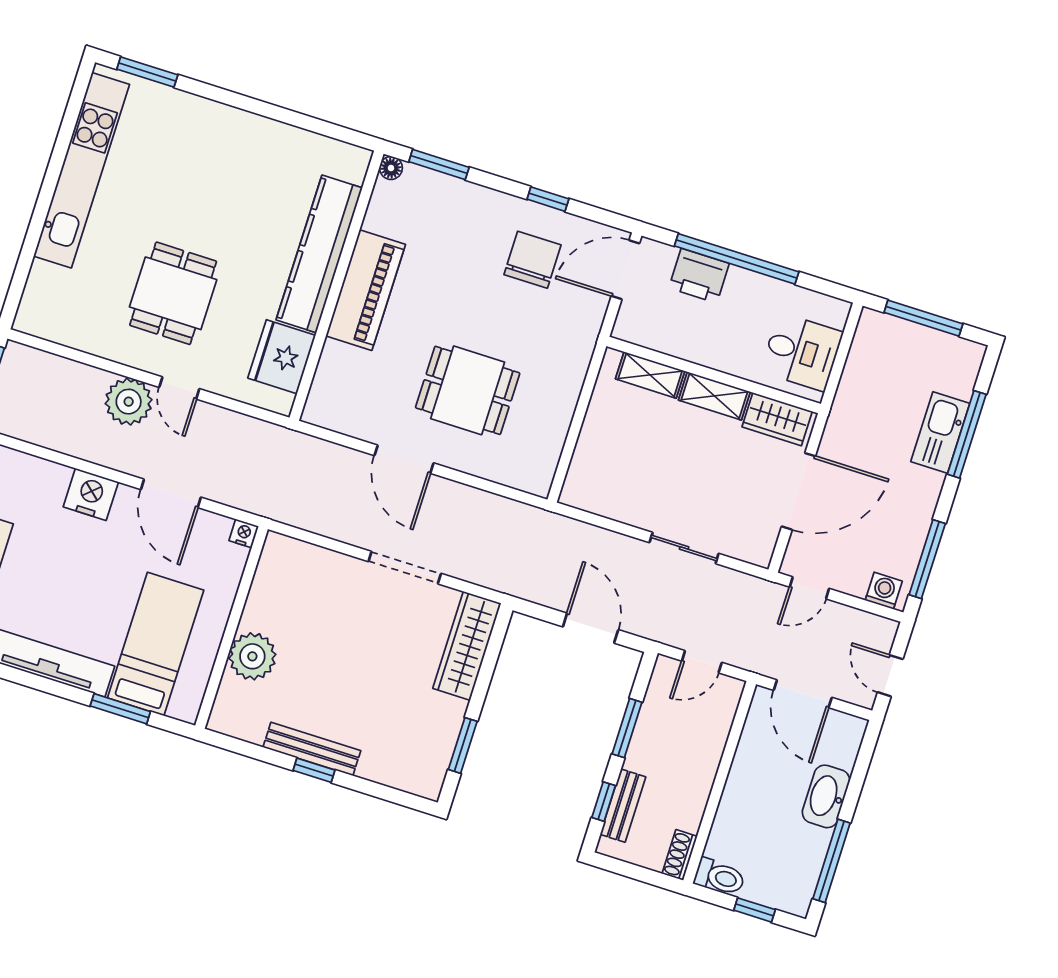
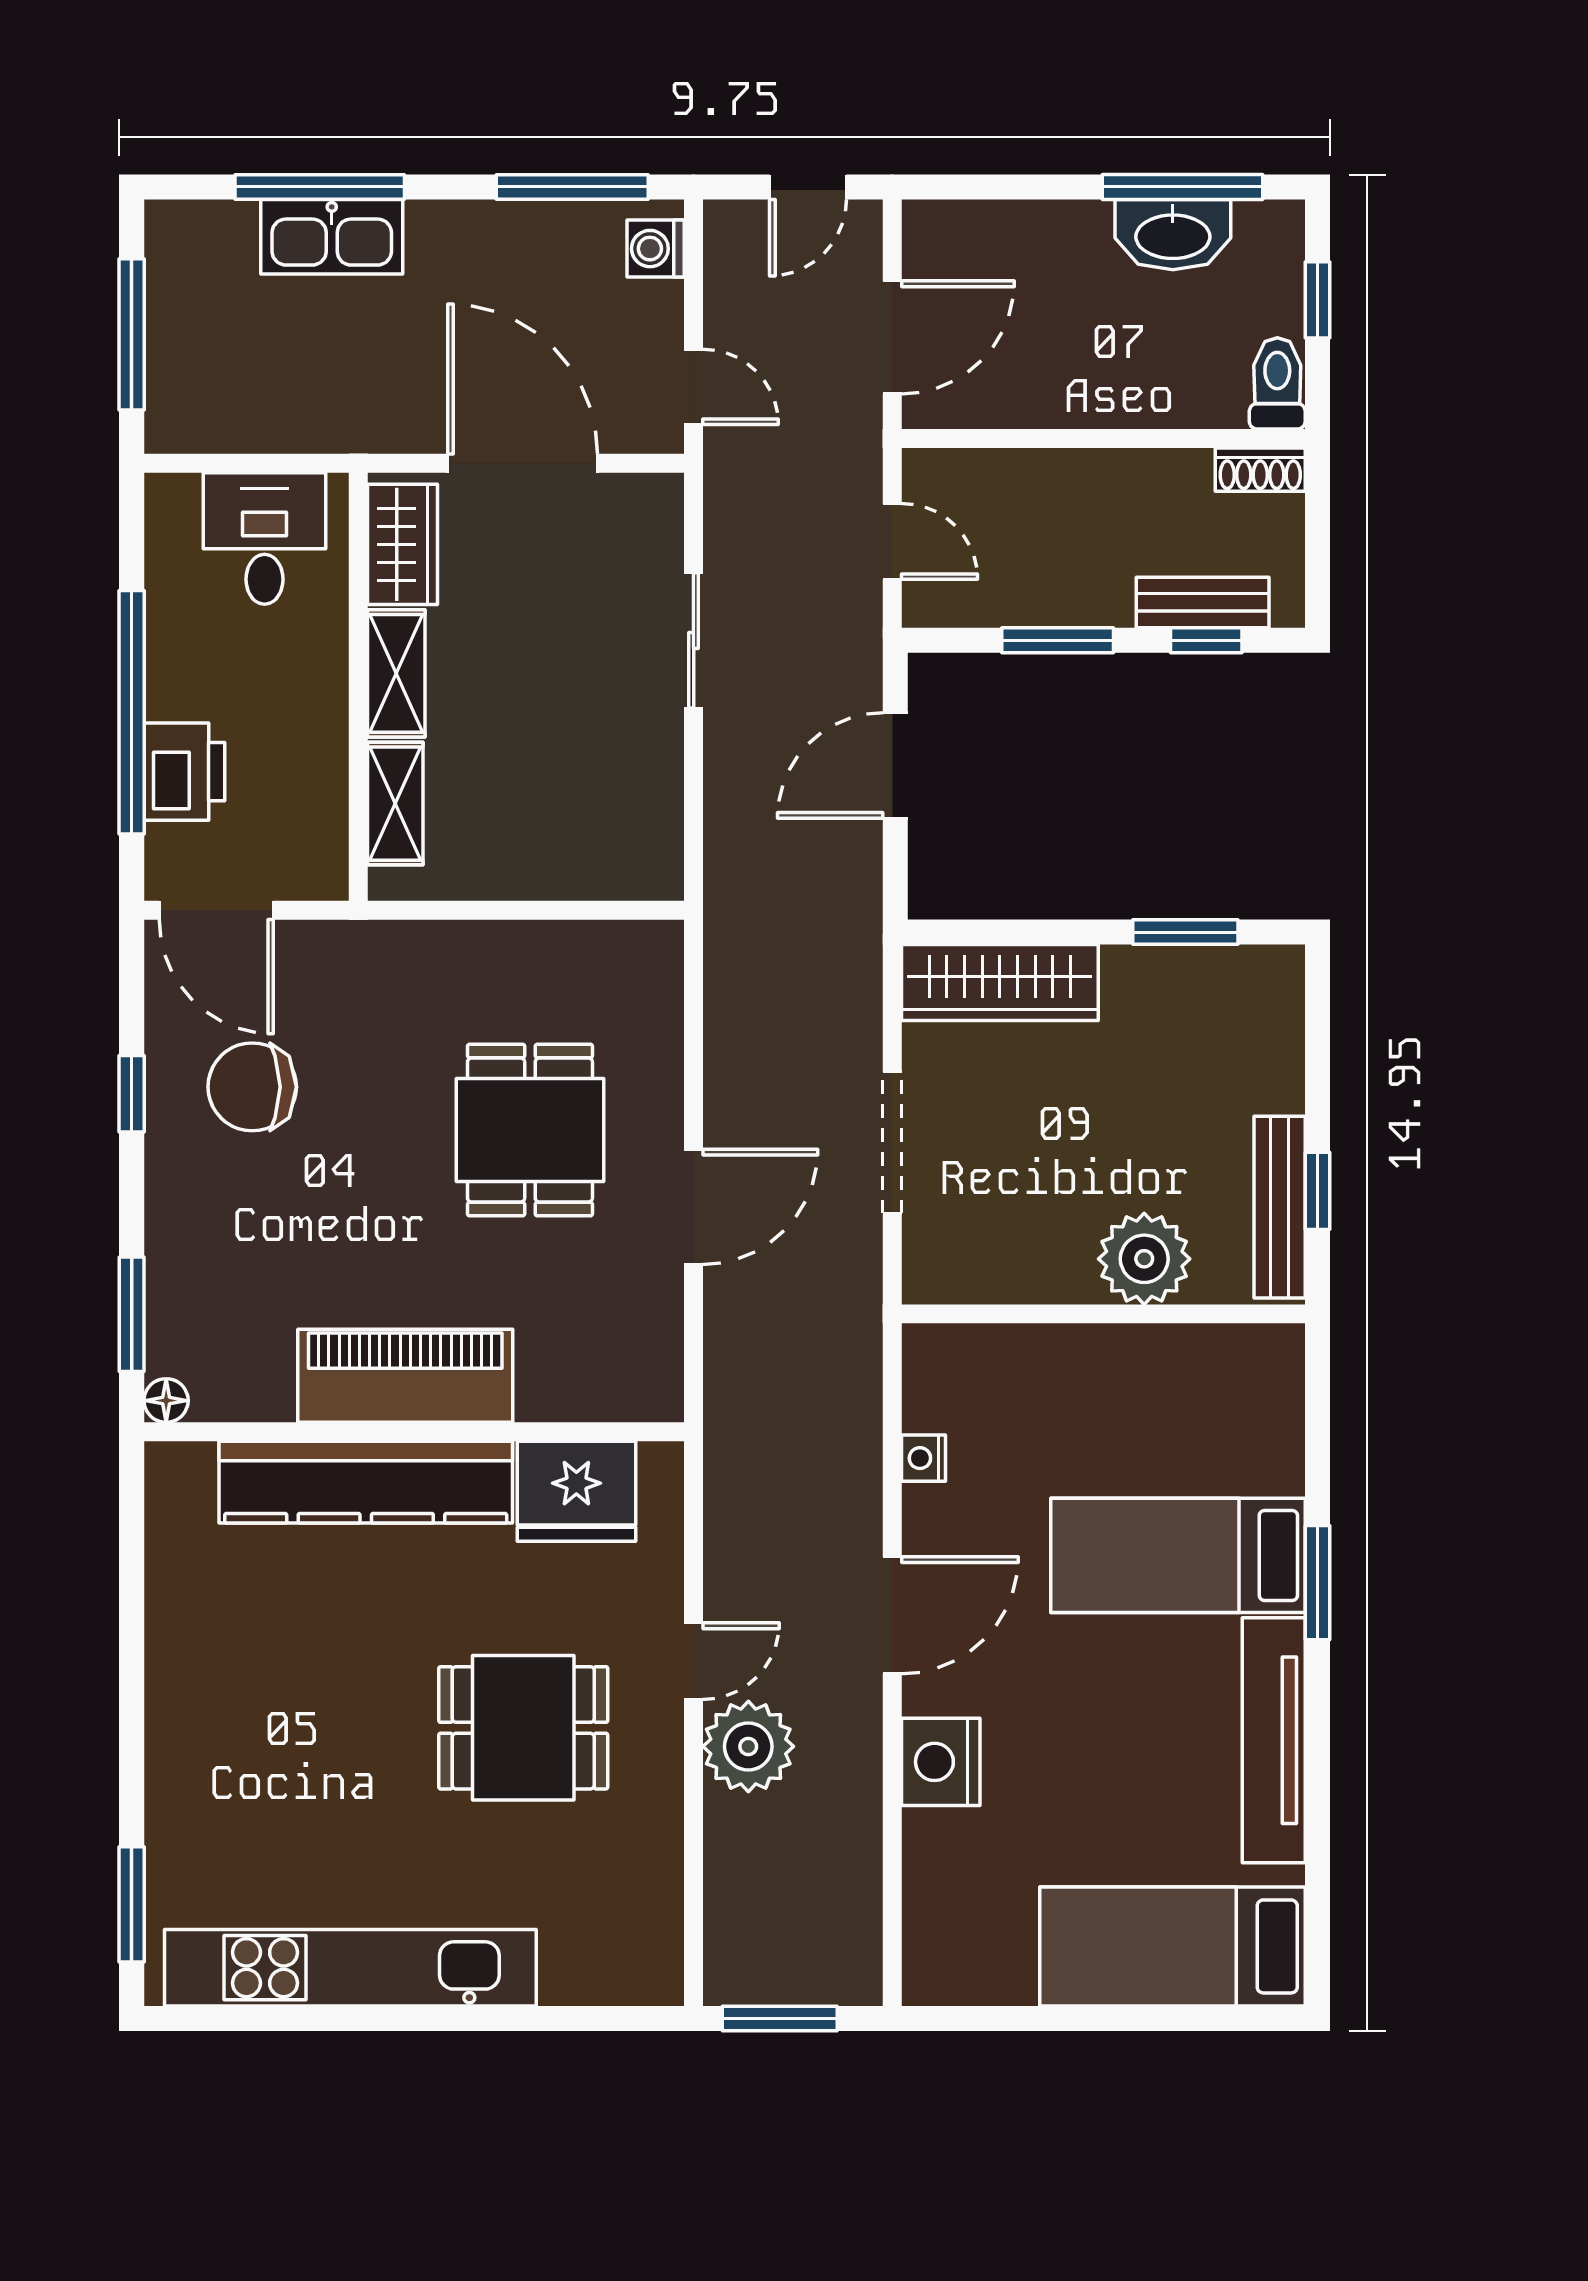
wall: (232, 627) -> (1103, 1314), moved
plant: (252, 656) -> (1144, 1259), moved
washbasin: (826, 796) -> (1173, 235), moved

